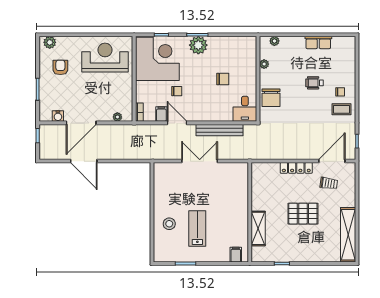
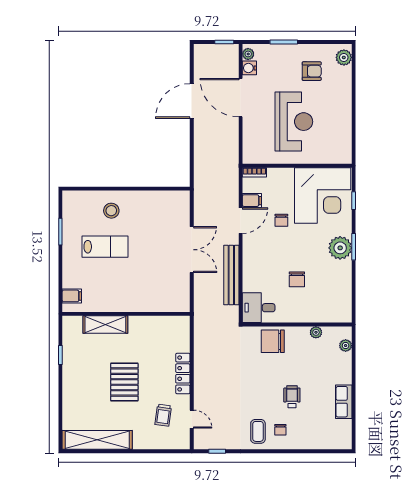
reception desk: (105, 58) -> (294, 122), moved
plant: (117, 117) -> (248, 54), moved
door: (332, 161) -> (192, 419), width x0.53

